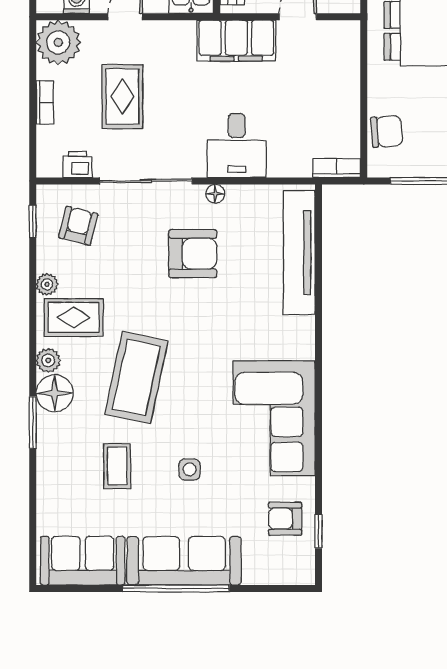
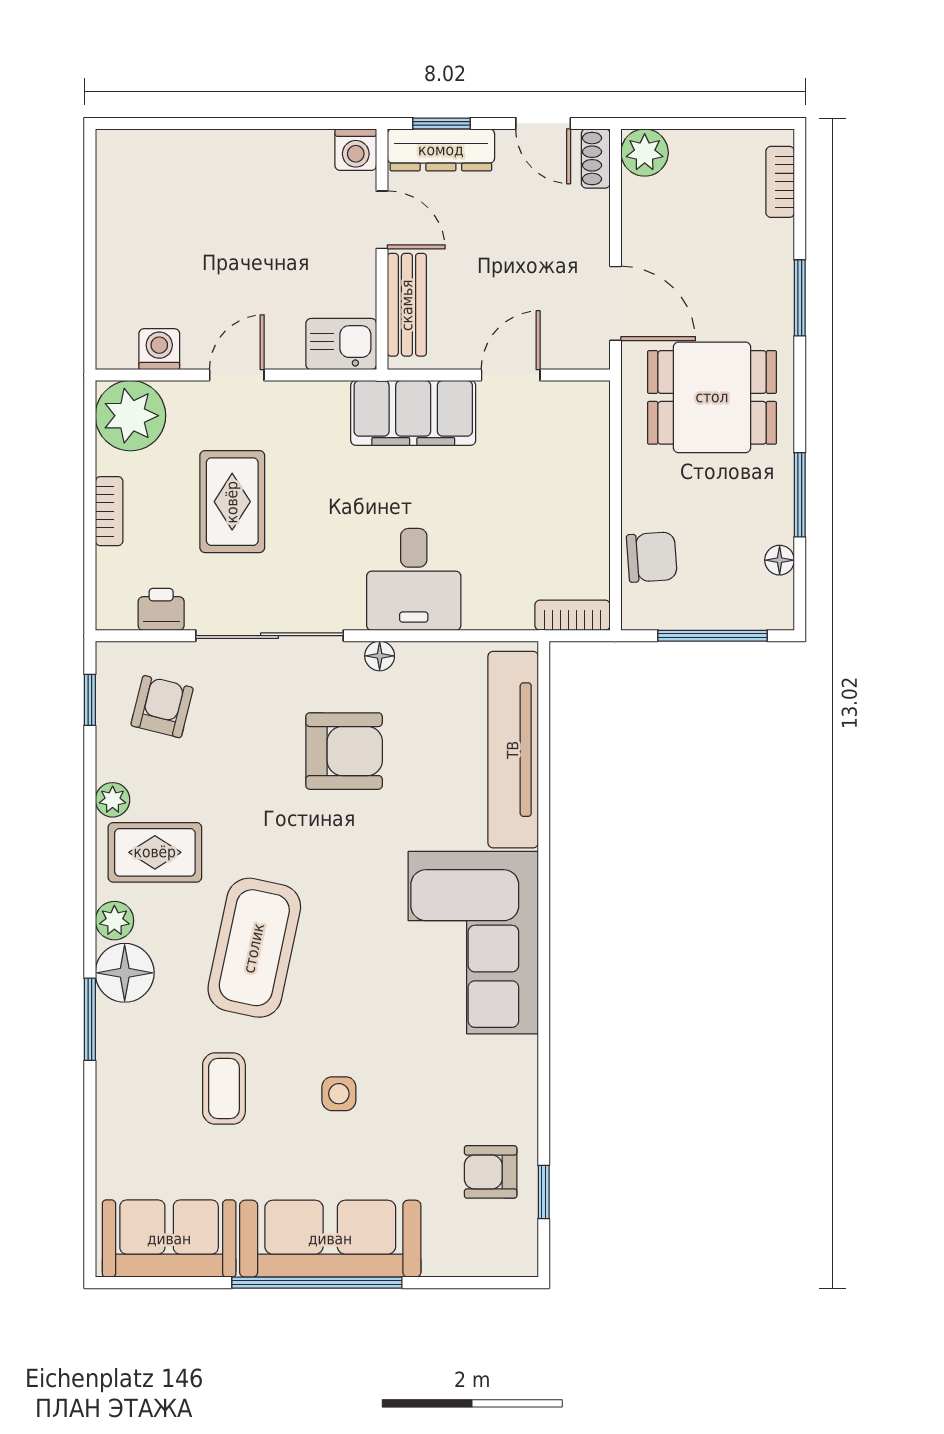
corner sofa: (274, 418) -> (473, 943), moved

